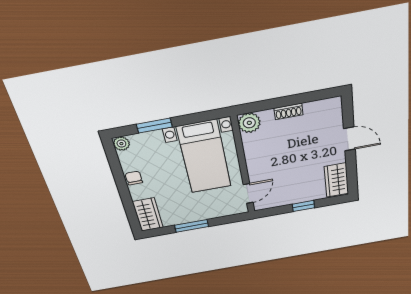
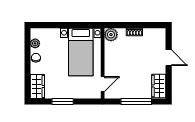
window: (154, 126) -> (57, 25), removed
plant: (121, 144) -> (35, 43), moved
window: (303, 206) -> (136, 102), width x2.17

